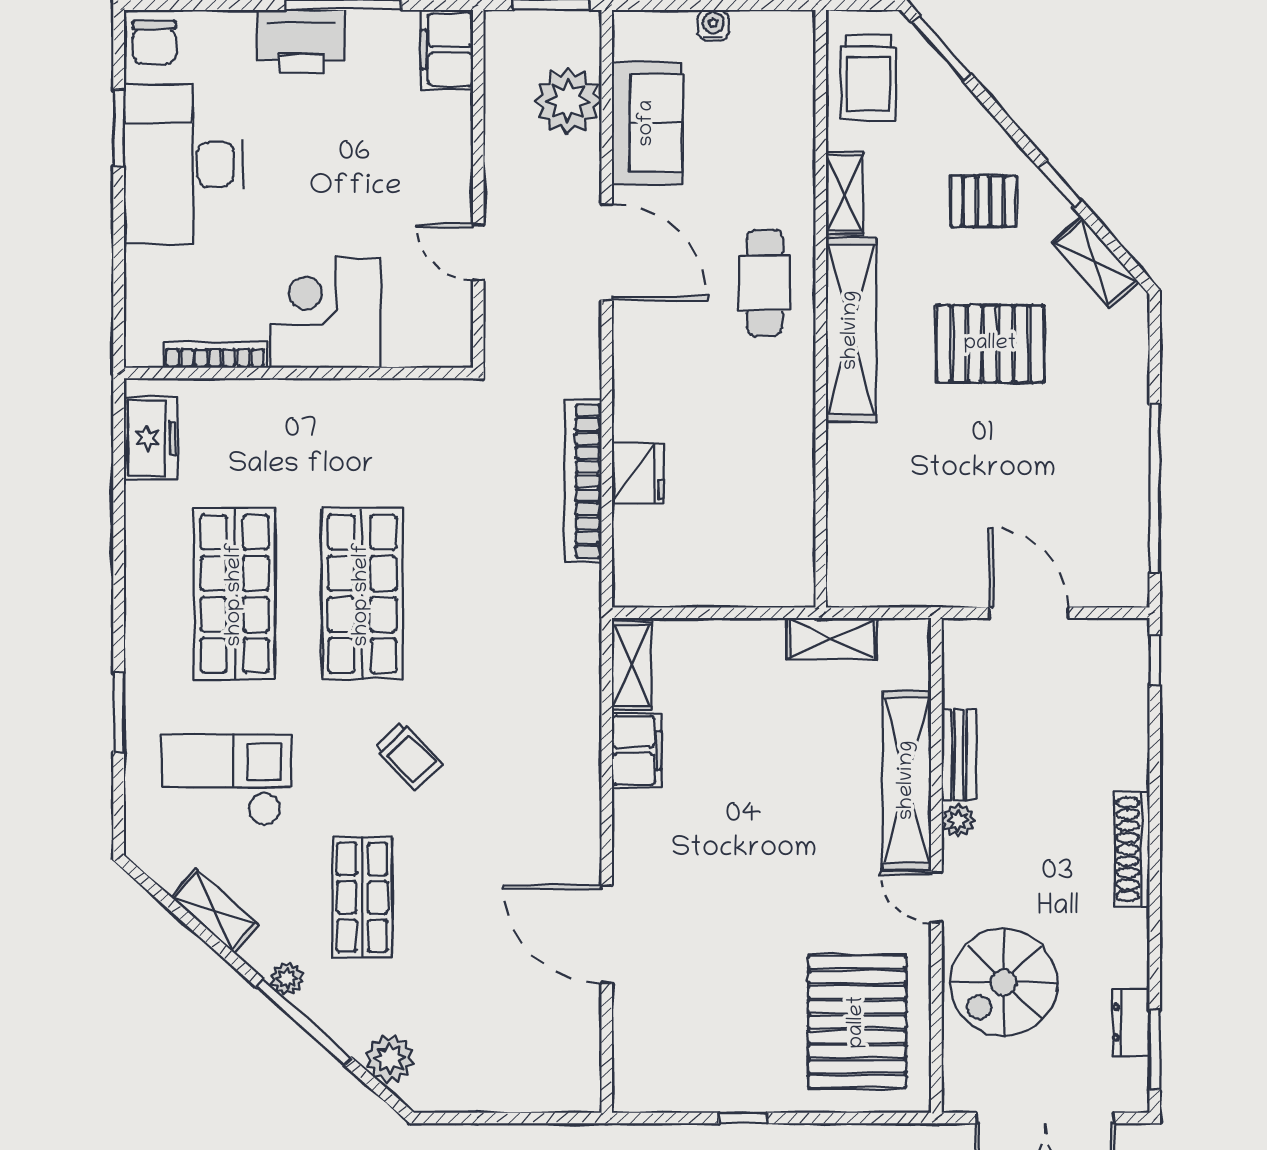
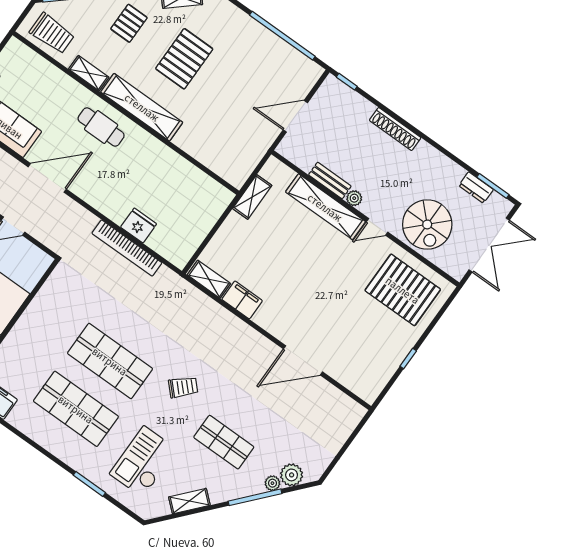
shoe rack: (1132, 849) -> (395, 129), moved
plant: (287, 978) -> (272, 483), moved

